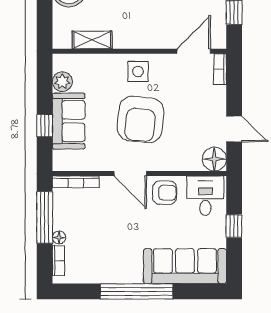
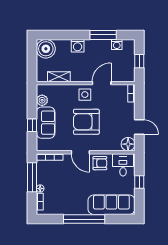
door: (194, 51) -> (102, 83), moved
armchair: (141, 120) -> (86, 122), turned 84

